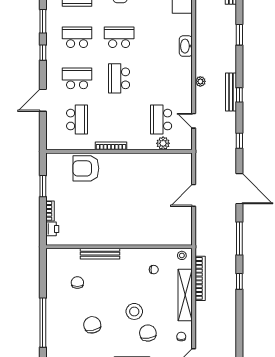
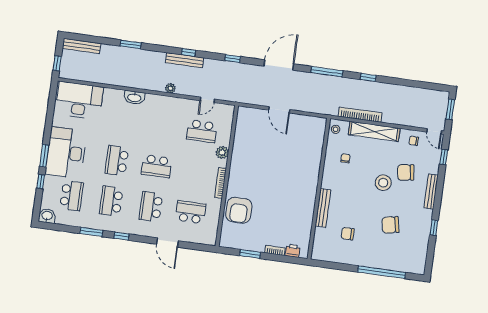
plant: (163, 143) -> (222, 153), moved

